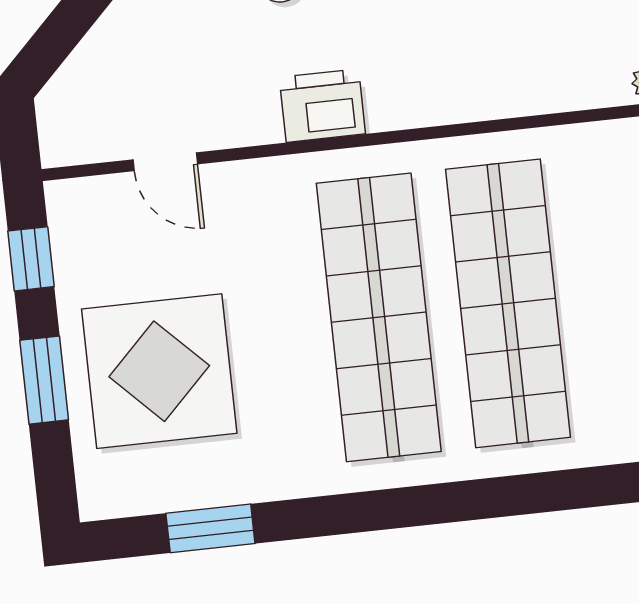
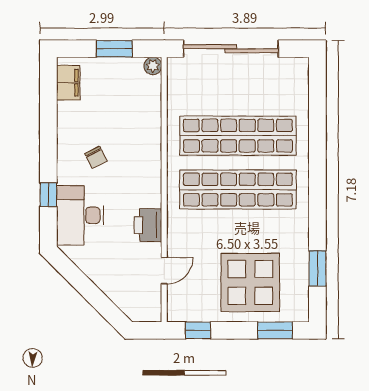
printer: (322, 106) -> (148, 225), moved
window: (44, 380) -> (275, 330), moved

